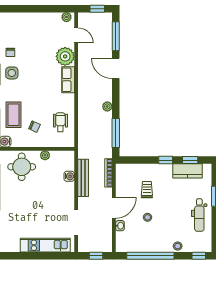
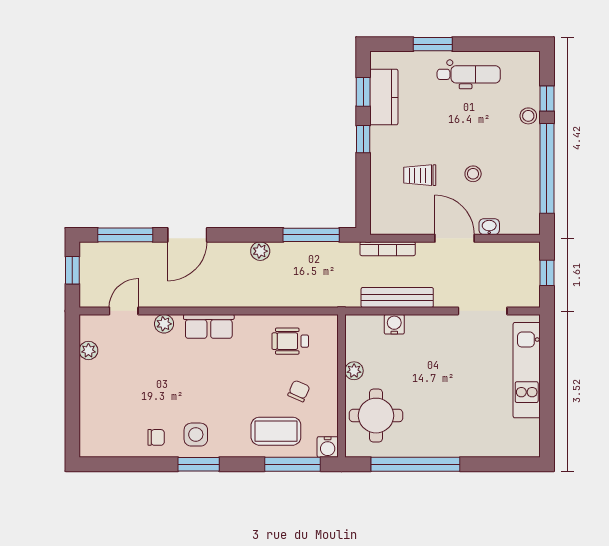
plant: (66, 17) -> (88, 350), moved
plant: (65, 56) -> (164, 324), width x0.53, depth x0.53
window: (199, 256) -> (547, 99), moved

